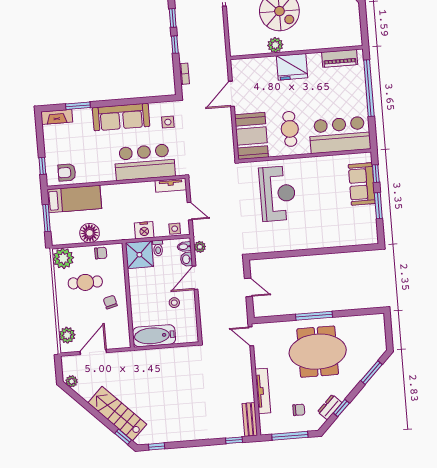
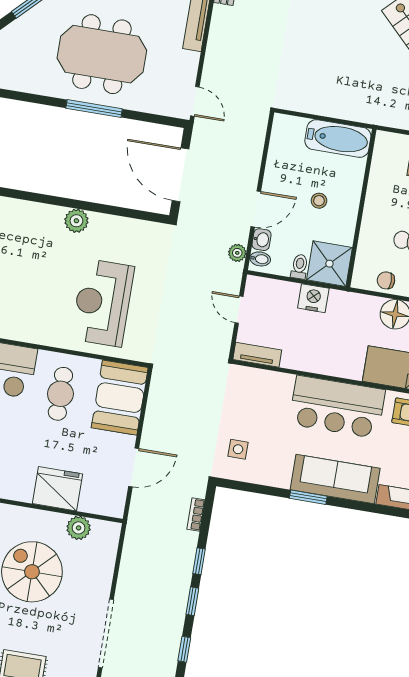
plant: (275, 45) -> (79, 528), moved
fridge: (292, 67) -> (57, 489), moved
window: (78, 106) -> (308, 497), moved
sofa: (121, 117) -> (335, 479), moved
bar counter: (145, 162) -> (337, 407), moved
side table: (175, 229) -> (268, 289), removed
plant: (307, 242) -> (76, 221), added
door: (248, 287) -> (180, 175), width x1.87
chair: (110, 302) -> (390, 204), removed
stool: (174, 303) -> (319, 201), moved

